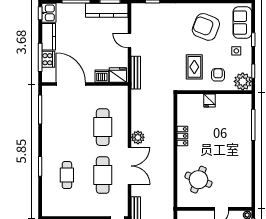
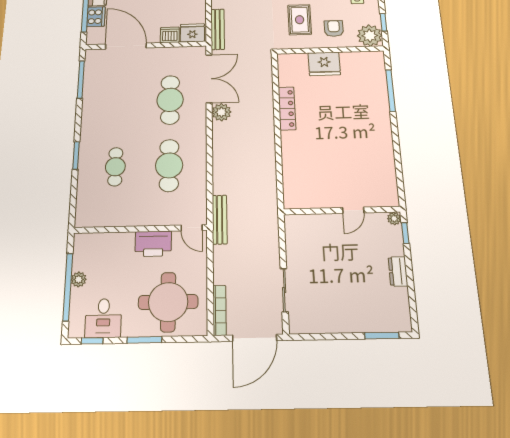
fridge: (210, 100) -> (324, 64), width x1.88, depth x1.34
locker: (182, 136) -> (287, 108), width x1.53
double door: (130, 166) -> (209, 79), moved
round table: (198, 180) -> (314, 168), removed

